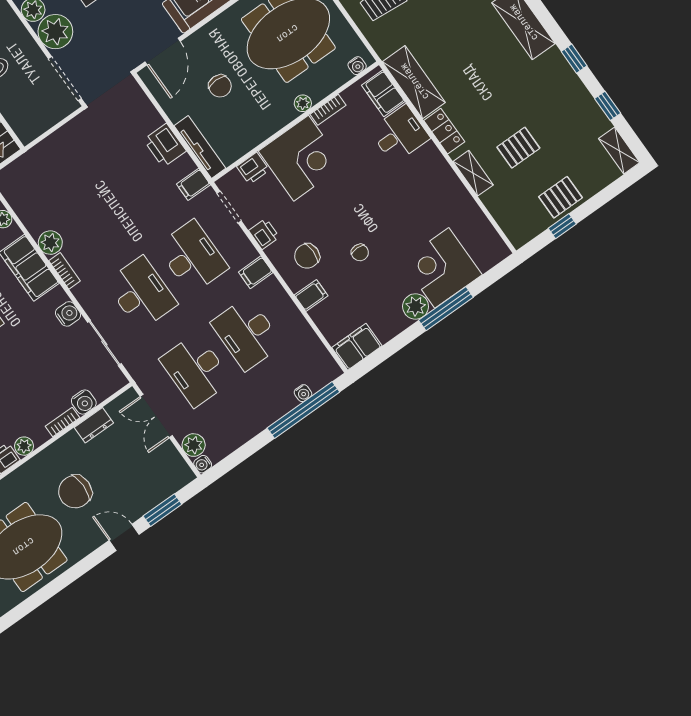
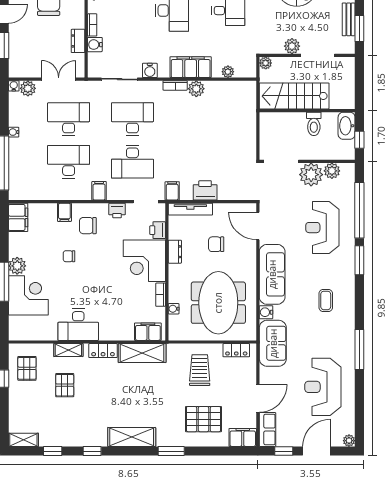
water cooler: (357, 66) -> (174, 309), moved
plant: (303, 103) -> (174, 283), removed
dresser: (264, 129) -> (175, 252), added
desk: (400, 134) -> (78, 325), moved, width x1.37
pallet: (561, 197) -> (27, 368), moved
chair: (307, 256) -> (88, 226), turned -90
desk: (141, 293) -> (132, 119), turned 180
water cooler: (303, 393) -> (14, 132), moved

